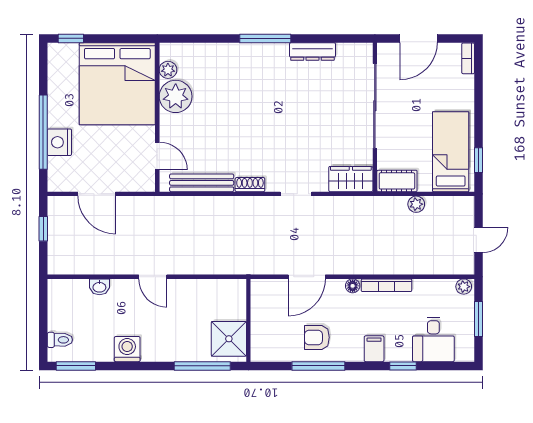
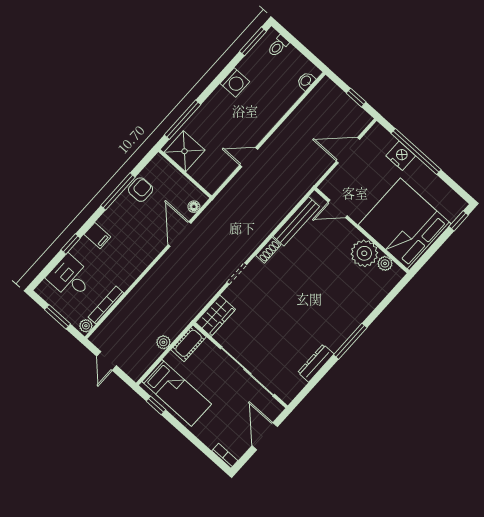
door: (153, 277) -> (249, 157), moved
bookcase: (386, 285) -> (106, 305), moved
floor lamp: (353, 286) -> (194, 207), moved
washbasin: (99, 287) -> (306, 81), moved
armchair: (317, 337) -> (141, 190), moved

